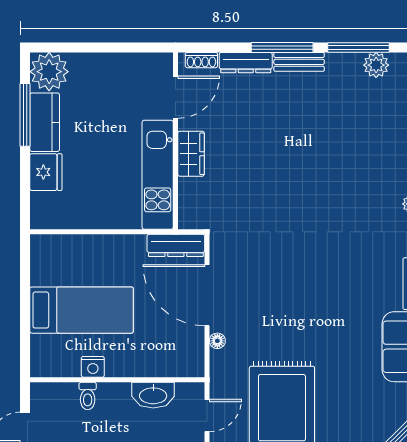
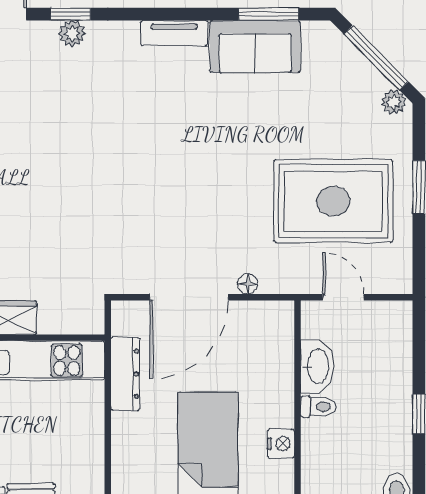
dresser: (176, 245) -> (125, 374), moved
toilet: (88, 396) -> (318, 407), moved

